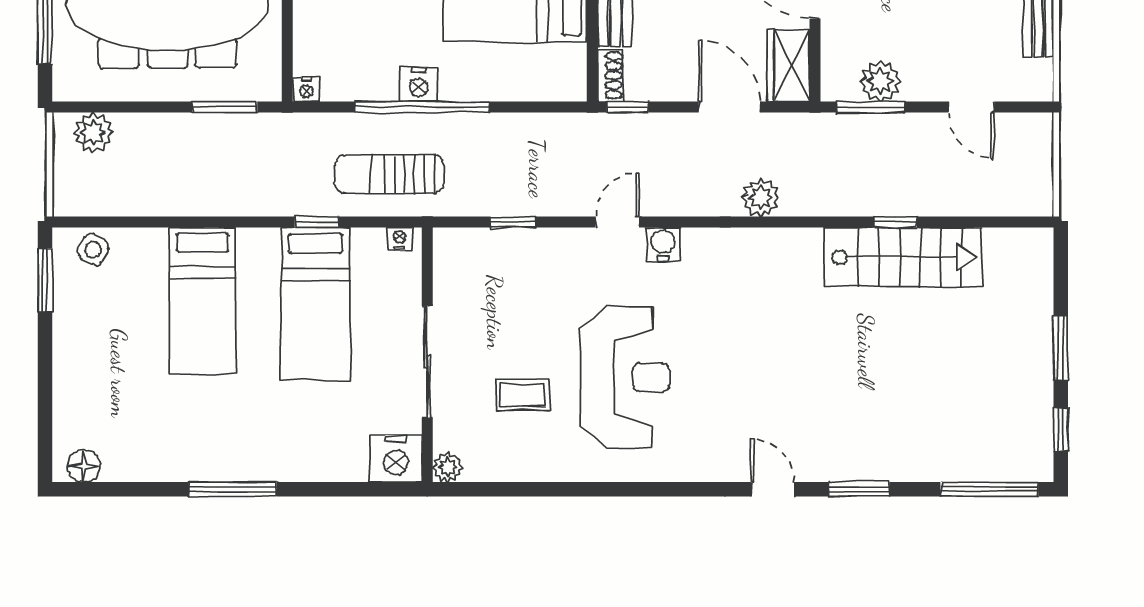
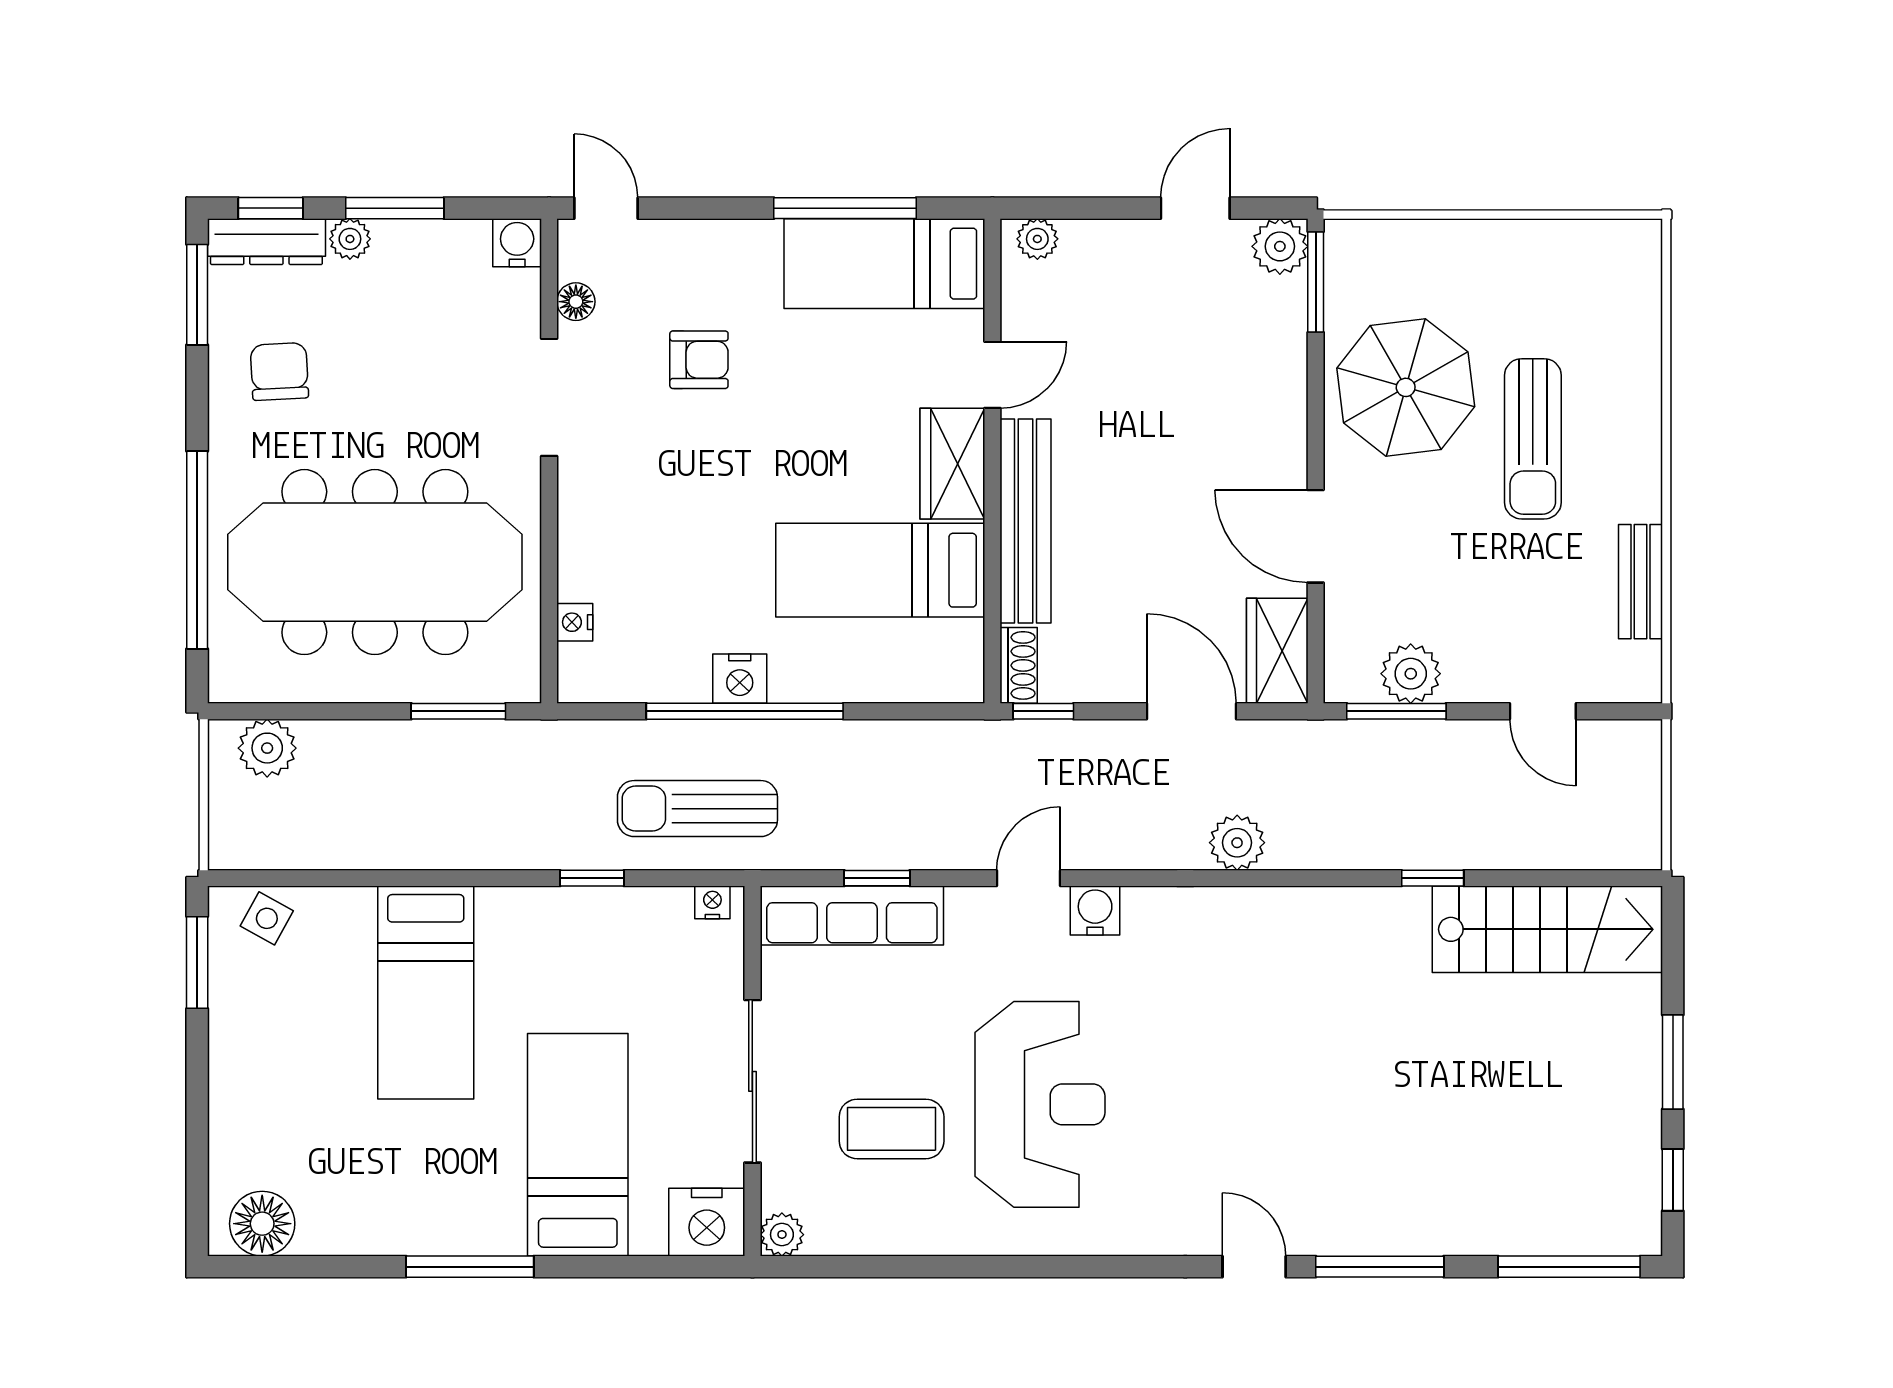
nightstand: (306, 89) -> (575, 622), moved, turned 90
row of seats: (496, 248) -> (852, 916), added
stairs: (903, 257) -> (1547, 929), moved
bed: (316, 304) -> (578, 1145), moved, turned 180
coffee table: (523, 395) -> (892, 1129), width x1.36, depth x1.30
floor lamp: (84, 466) -> (262, 1224), width x1.38, depth x1.38
window: (859, 489) -> (1380, 1267), width x1.44

